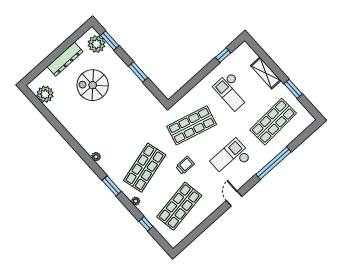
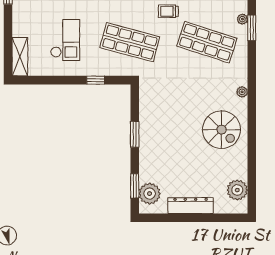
window: (223, 55) -> (96, 80), moved
shelving: (266, 73) -> (20, 57), moved
spiral stairs: (93, 85) -> (222, 130), moved
shop shelf: (145, 168) -> (207, 42), turned 33
window: (112, 186) -> (252, 28), moved

